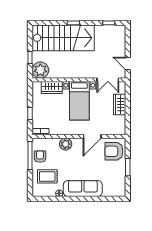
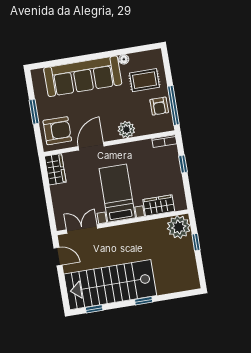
stairs: (63, 38) -> (110, 285), moved
wardrobe: (120, 105) -> (55, 169), moved
sofa: (83, 188) -> (83, 76), width x1.36, depth x1.27

